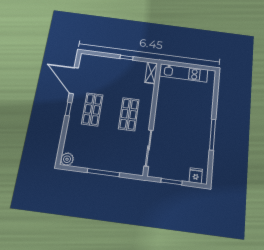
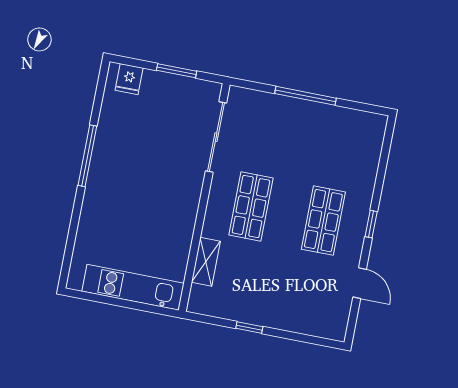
shelving: (151, 73) -> (206, 262), moved
door: (74, 81) -> (360, 283), width x0.53
plant: (67, 159) -> (374, 125), removed

